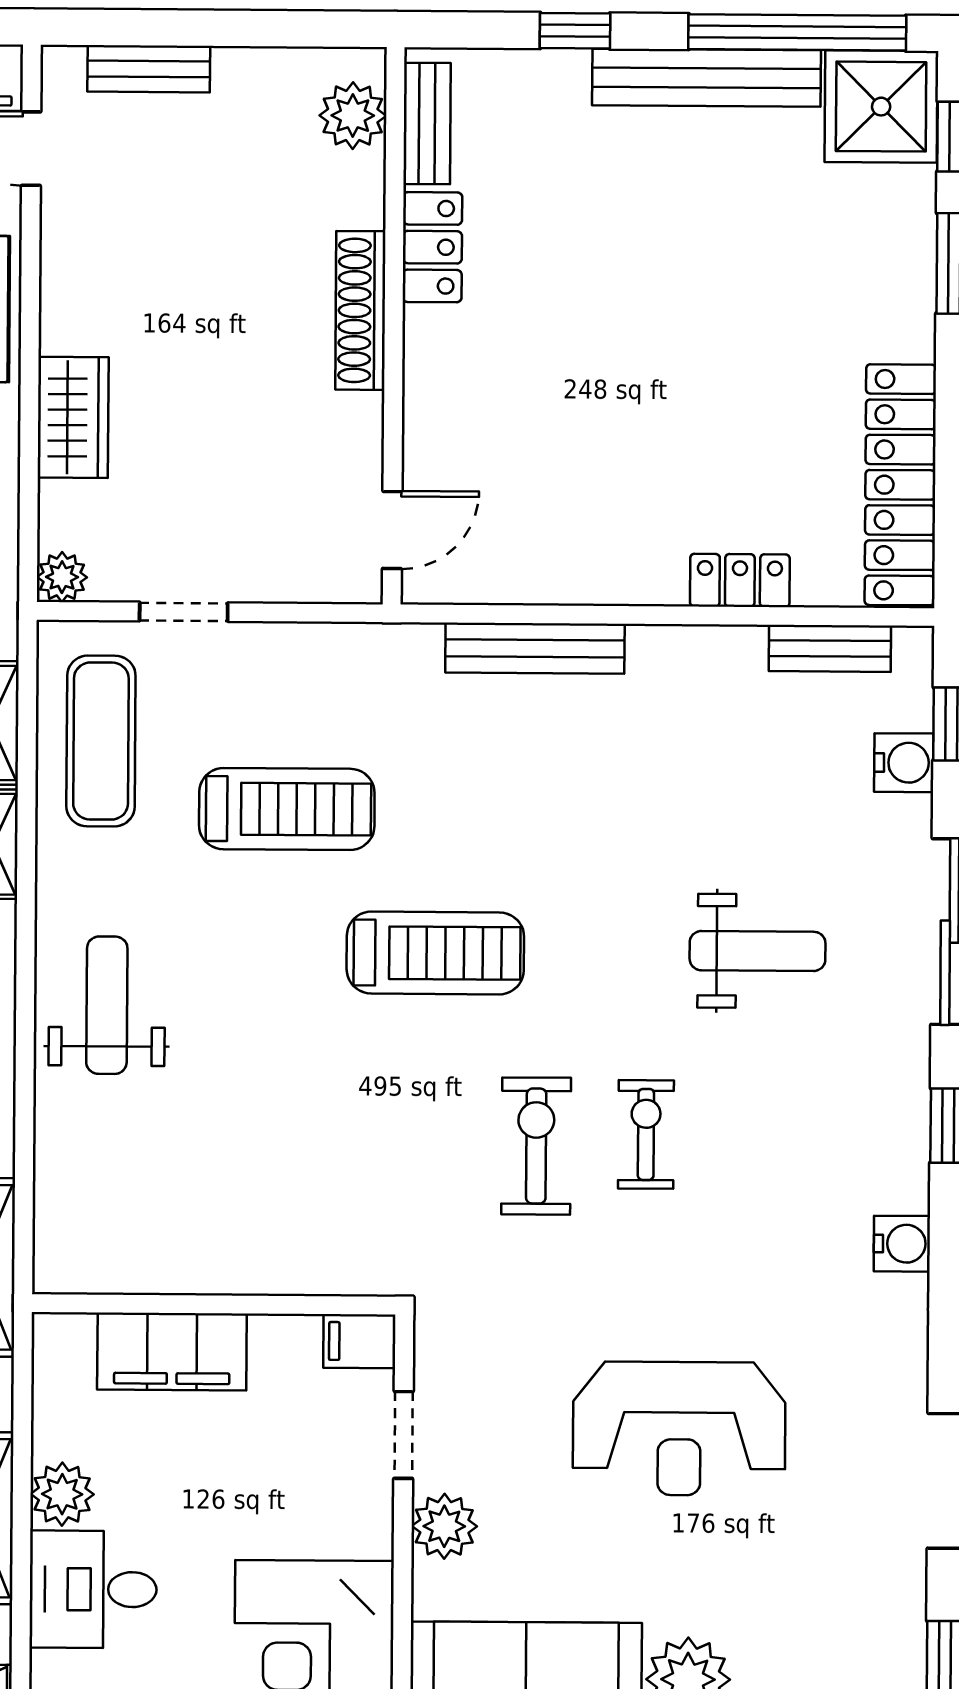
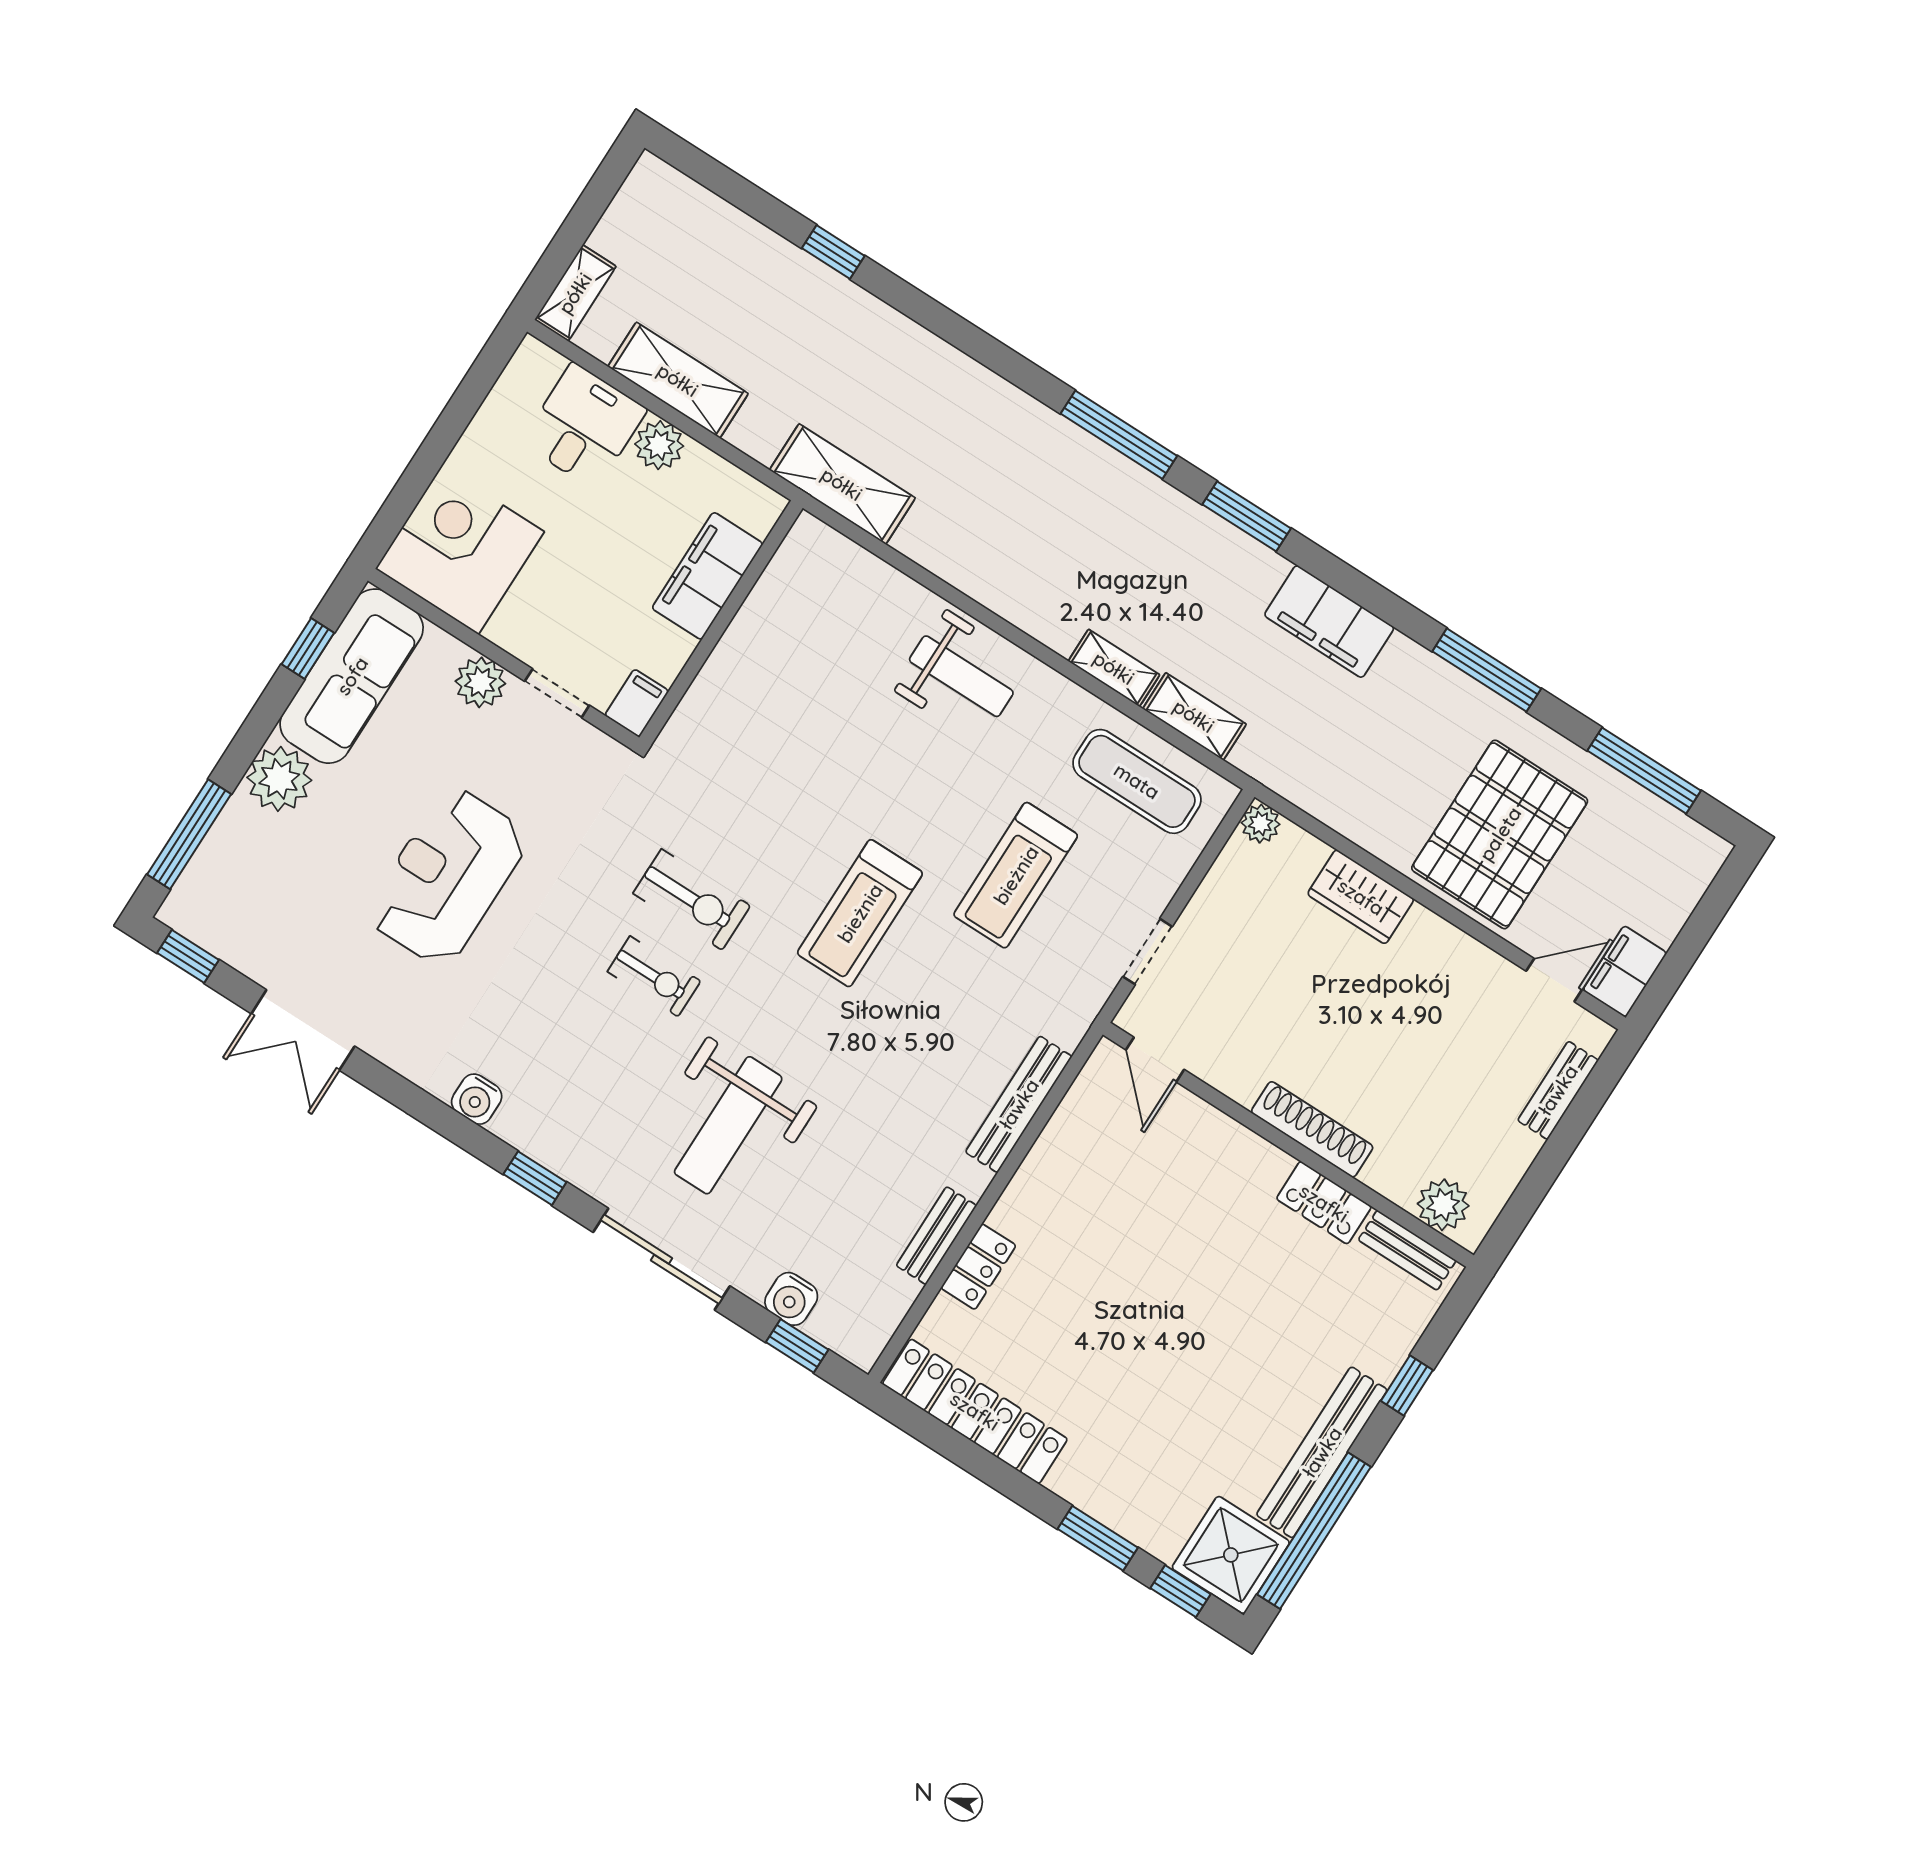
doorway: (184, 612) -> (1147, 952), moved
bench: (830, 648) -> (936, 1236), moved
weight bench: (758, 951) -> (728, 1125), width x1.36, depth x1.33

